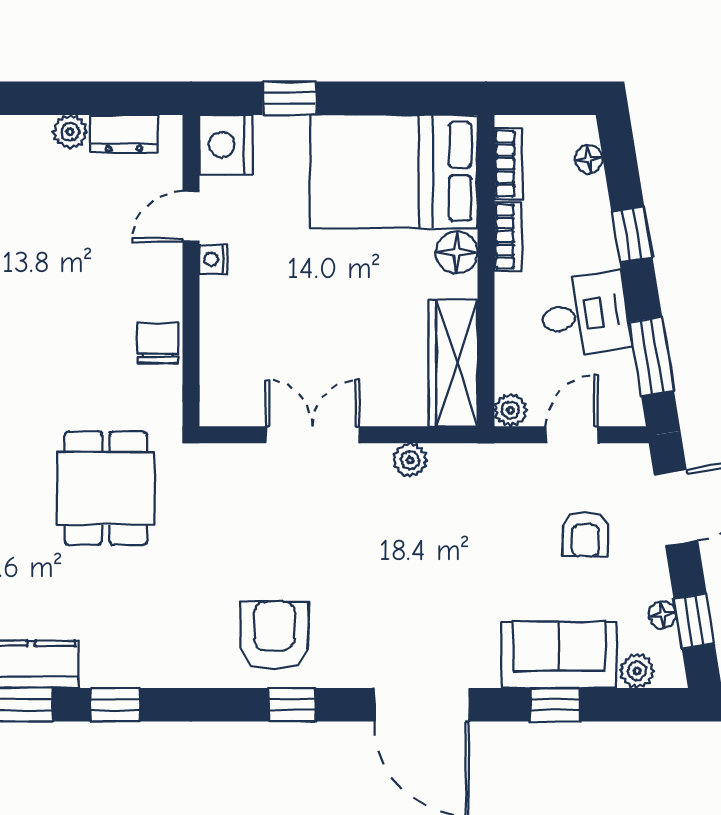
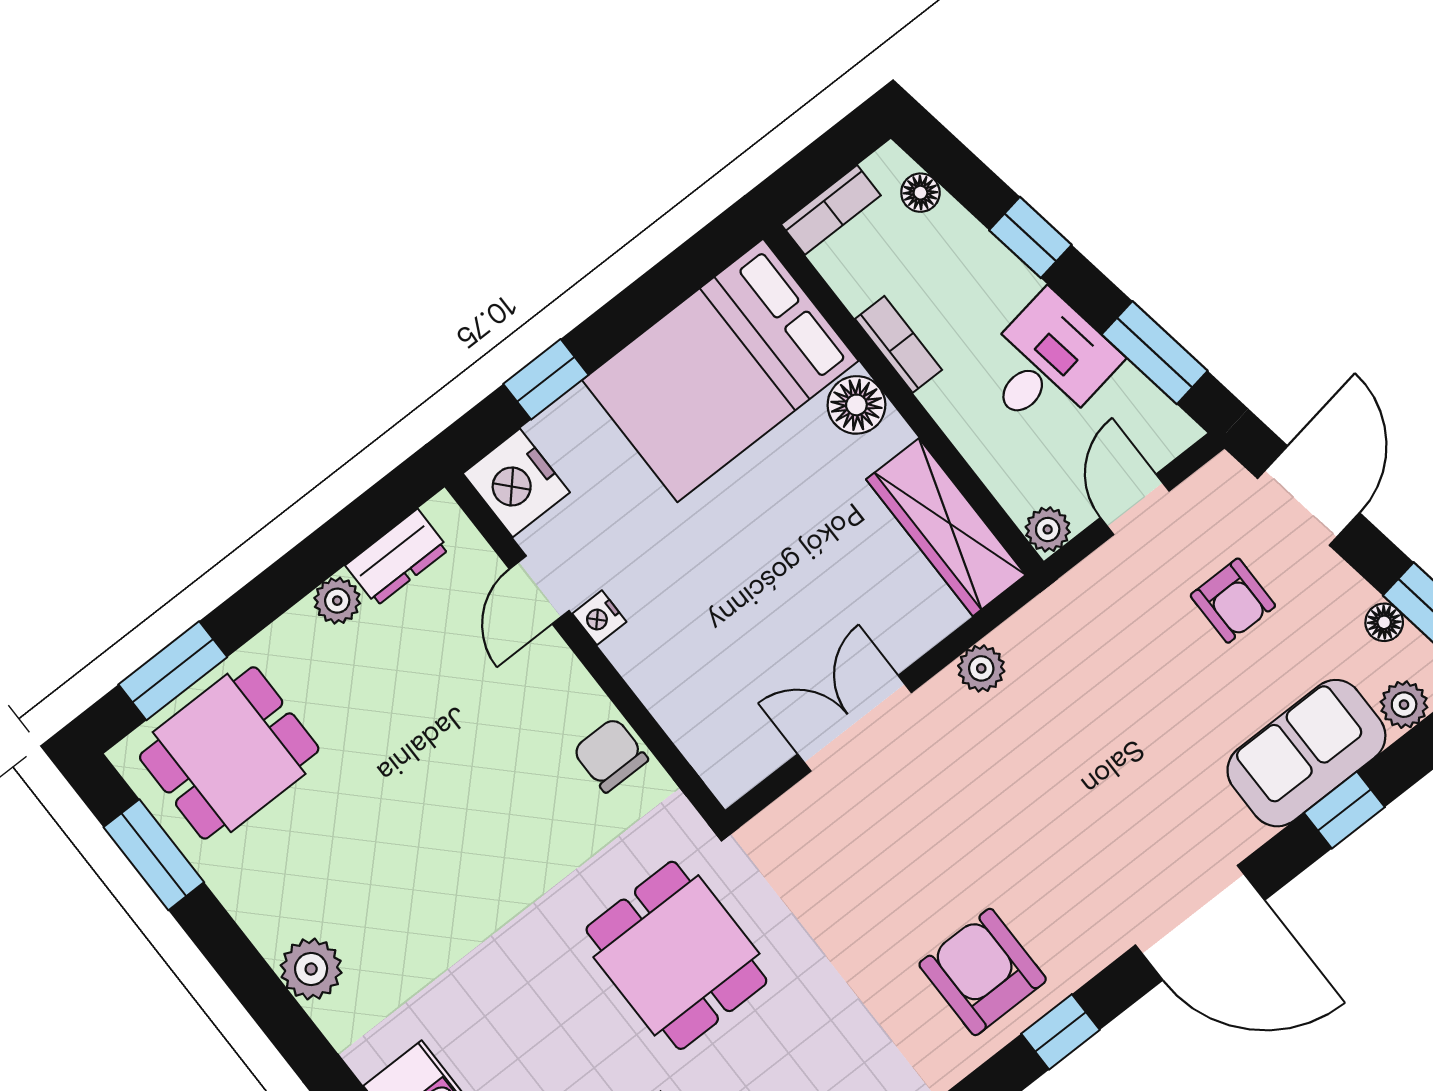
bookcase: (508, 164) -> (831, 210), moved, turned 90

